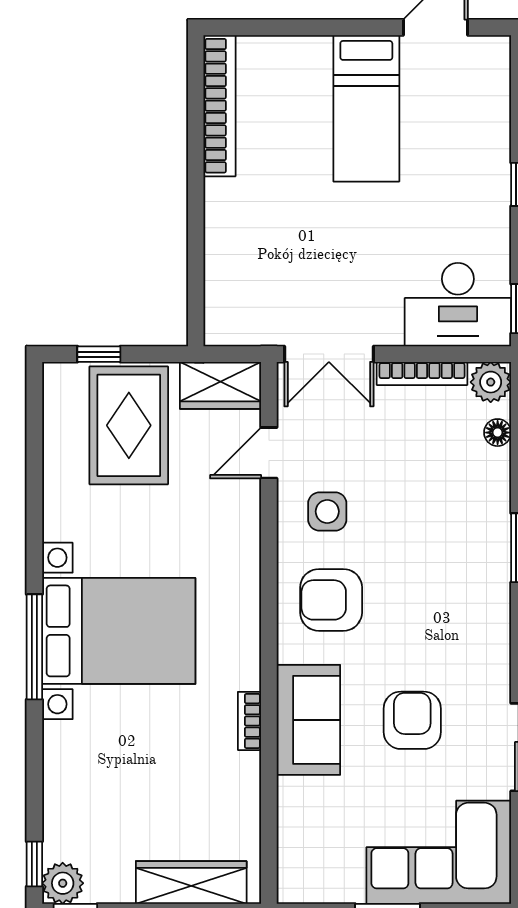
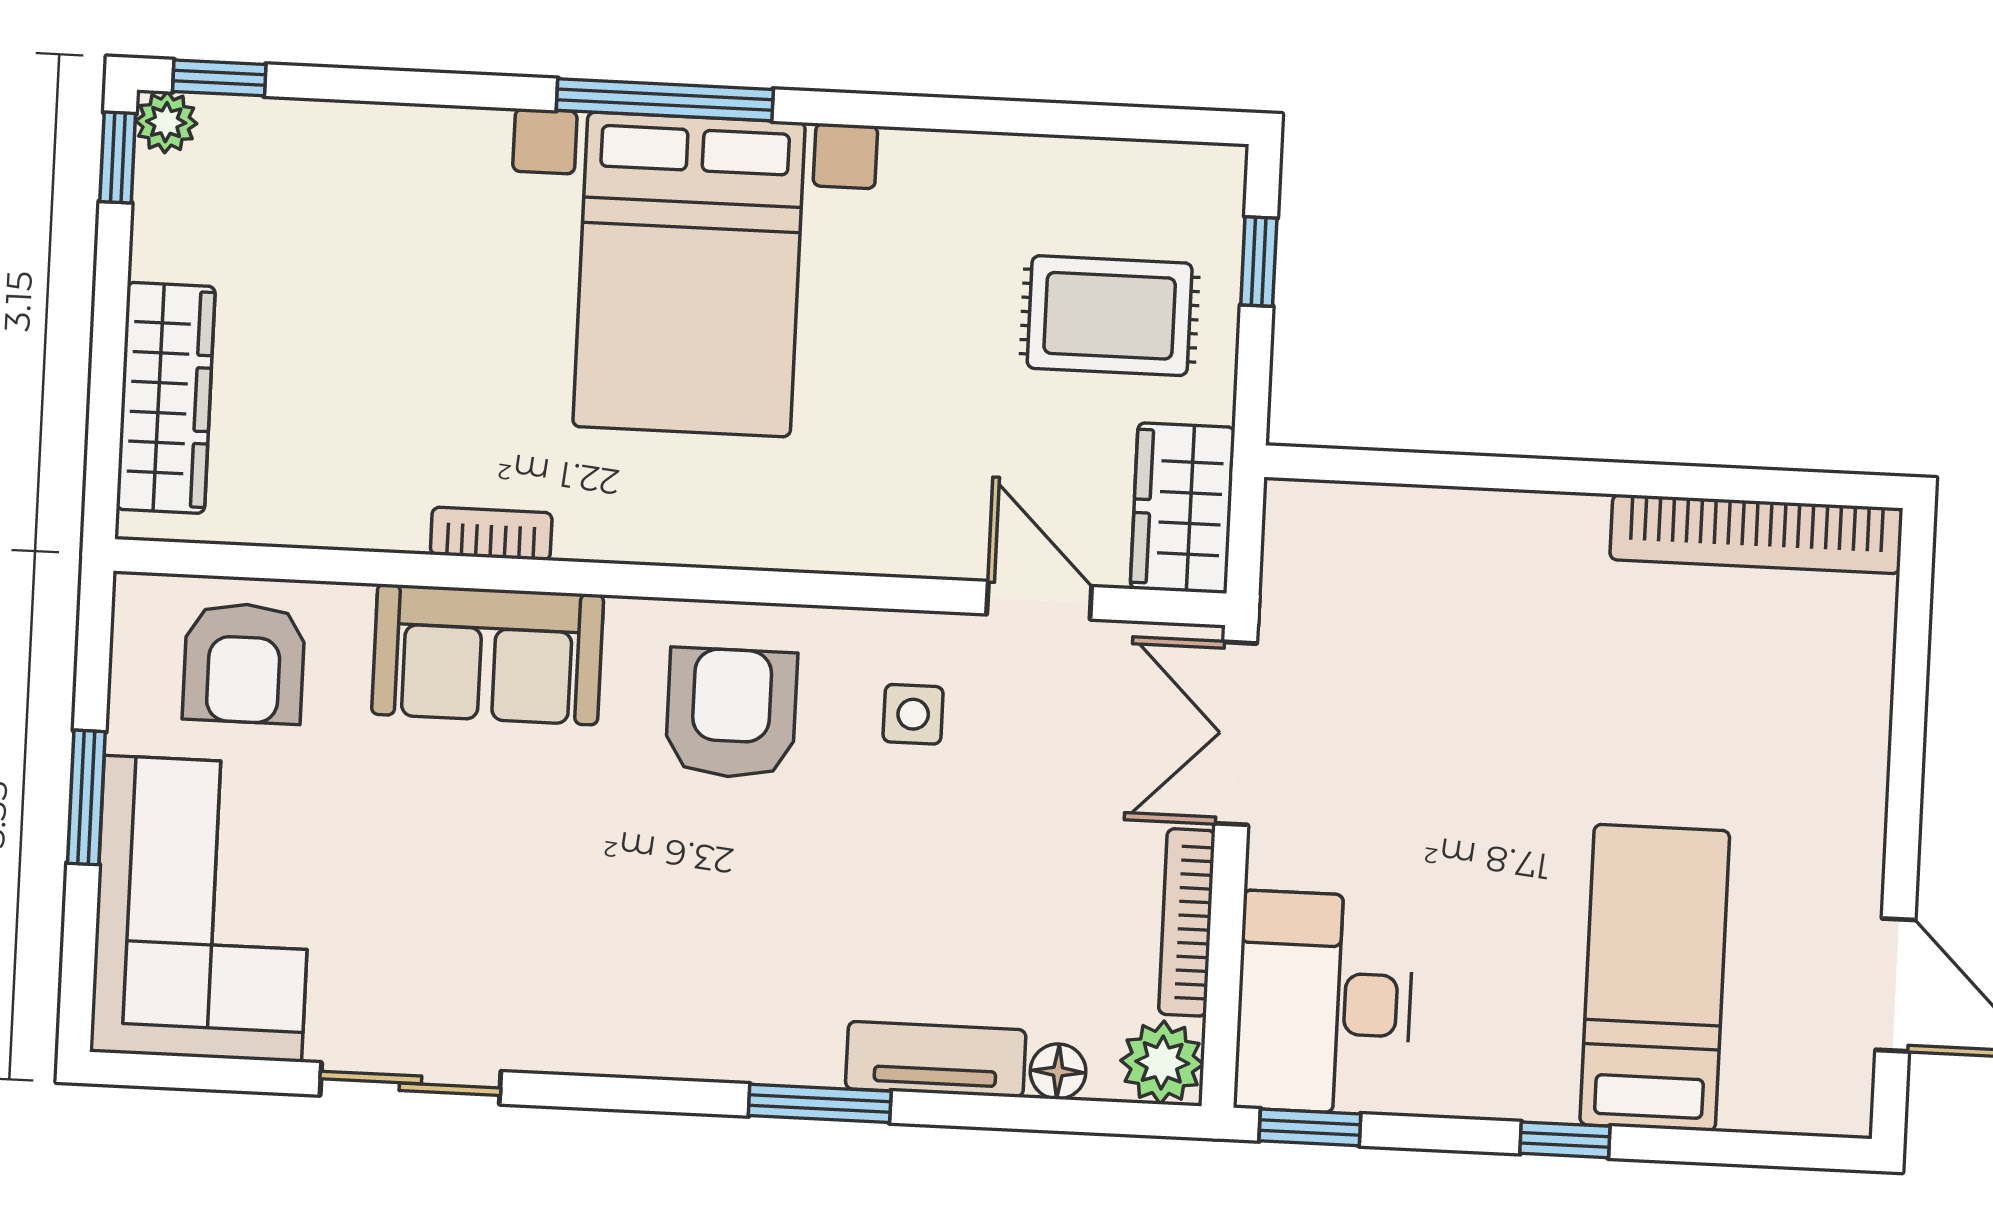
bed: (366, 108) -> (1655, 978), moved, turned 90
rug: (129, 425) -> (1110, 316), width x0.73, depth x0.70
tv unit: (495, 492) -> (936, 1059), added
side table: (327, 511) -> (913, 714), width x0.73, depth x0.73
armchair: (412, 720) -> (244, 663), moved, turned 90
plant: (63, 883) -> (166, 122), width x0.73, depth x0.73

